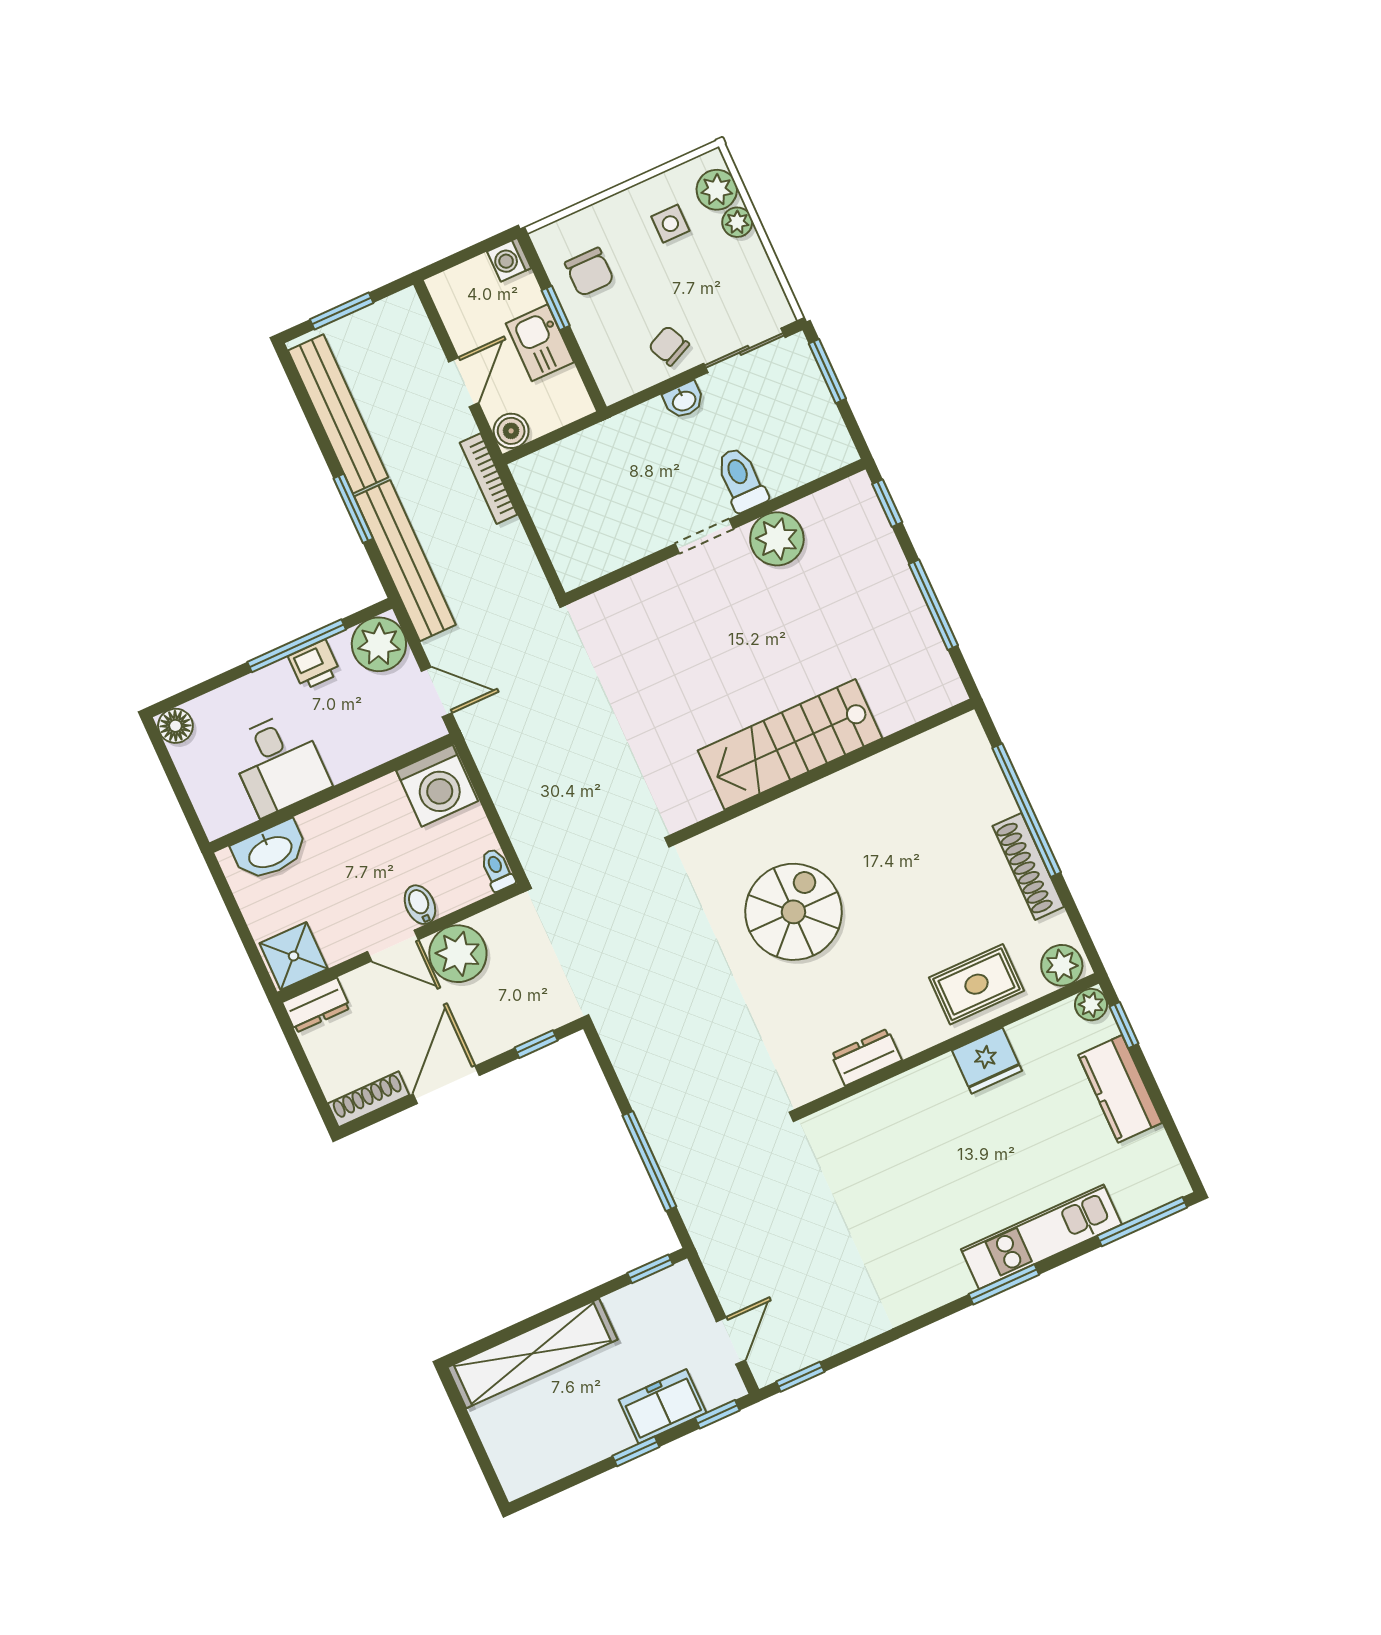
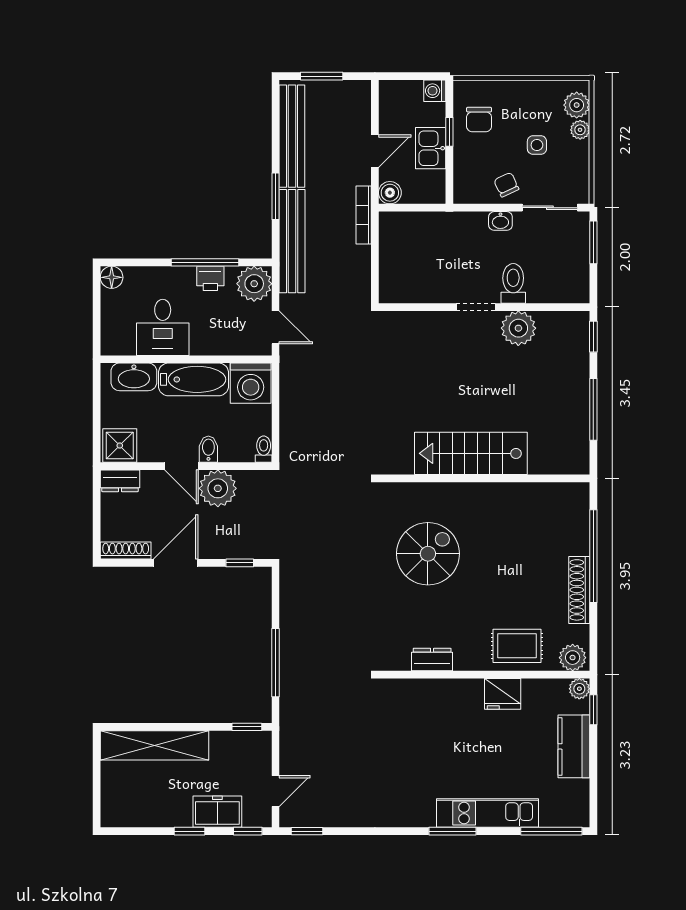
side table: (670, 224) -> (537, 145), moved
bathtub: (355, 817) -> (194, 379), added

